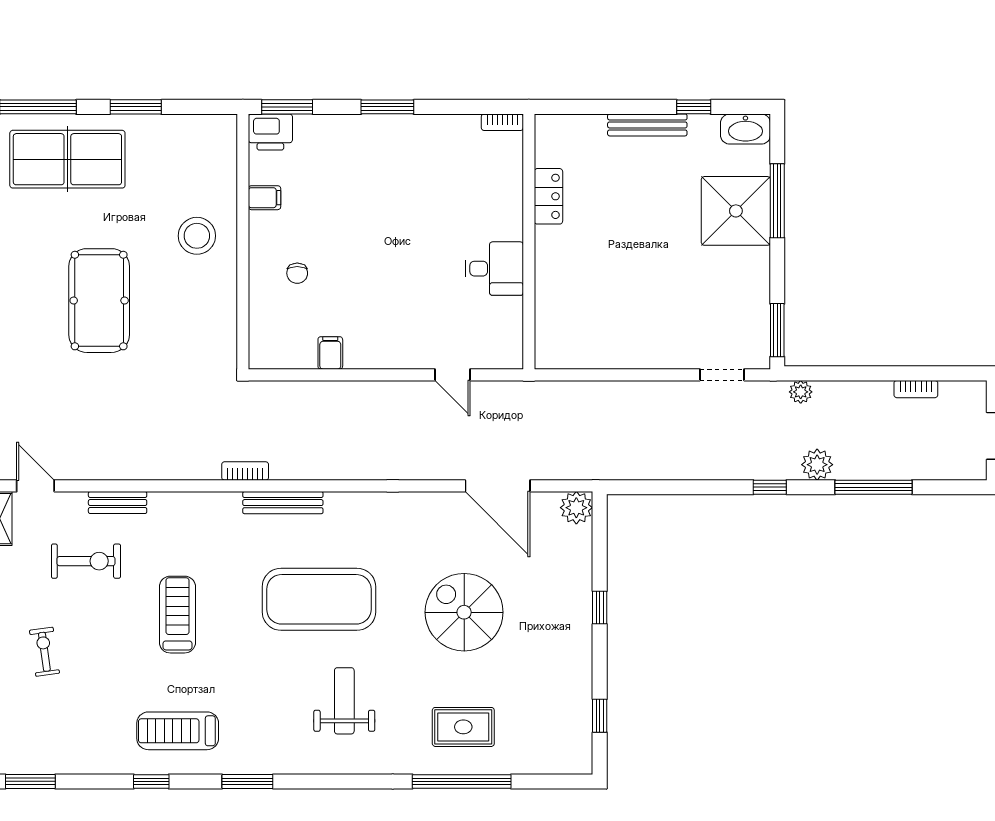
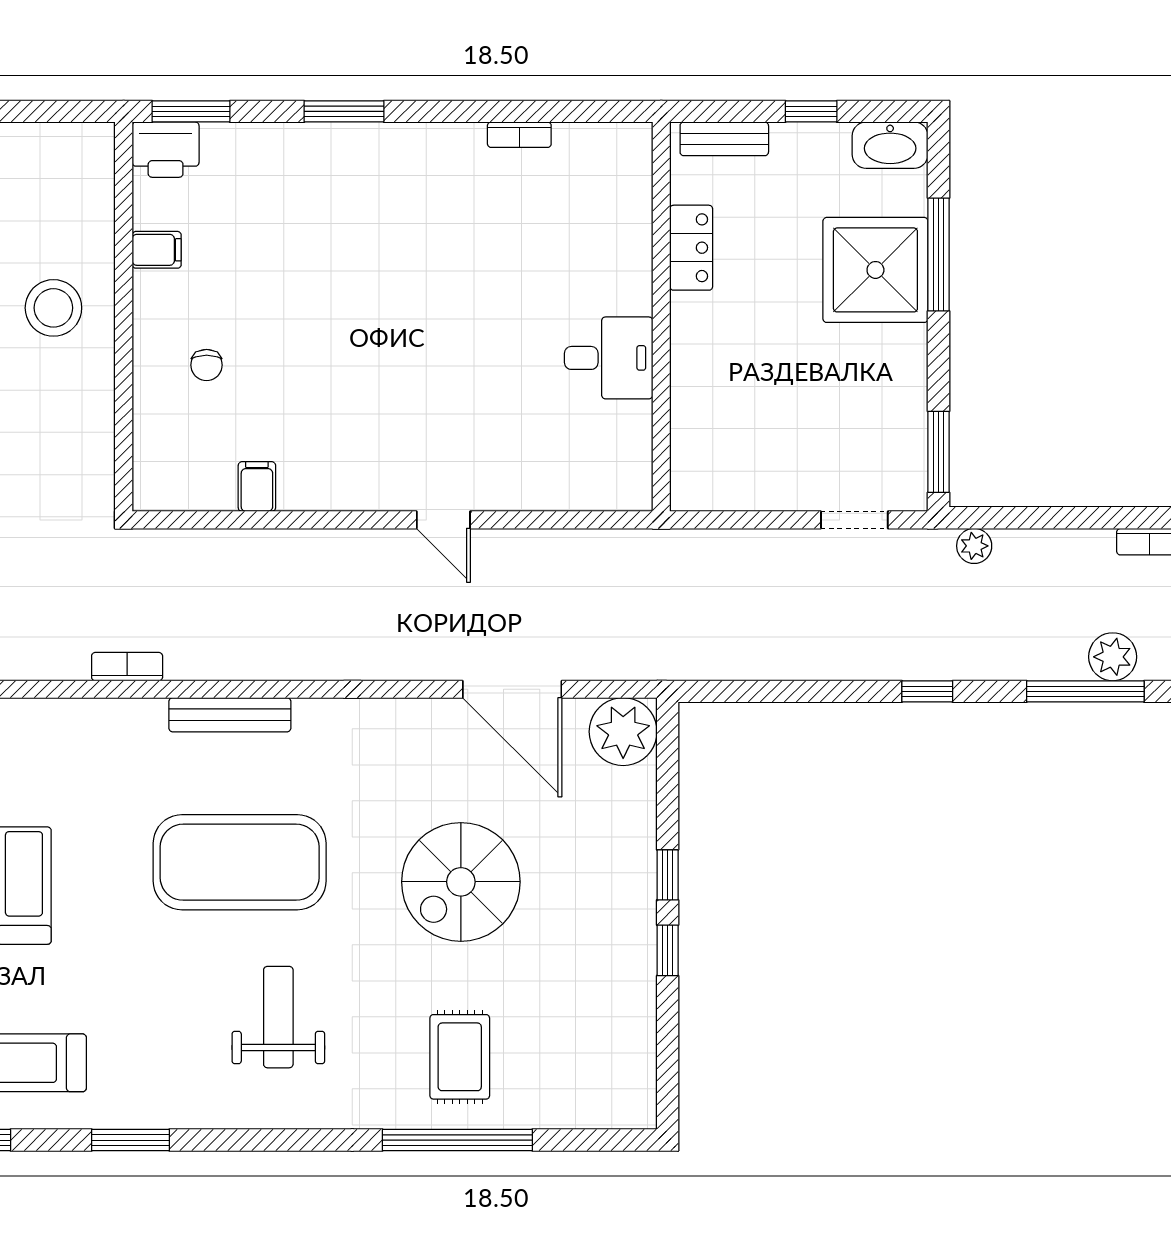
bench: (647, 125) -> (724, 139), width x0.73
locker: (548, 196) -> (691, 248), moved
wall: (529, 242) -> (661, 317), moved
desk: (494, 269) -> (609, 358), moved
plant: (817, 465) -> (1113, 657), moved
bench: (283, 503) -> (230, 715), moved
plant: (576, 508) -> (623, 732), width x1.36, depth x1.36
spiral stairs: (464, 612) -> (461, 882), turned -90
window: (600, 716) -> (668, 950), moved
rug: (463, 727) -> (460, 1057), turned 90

